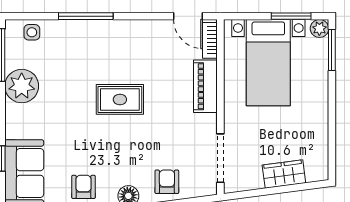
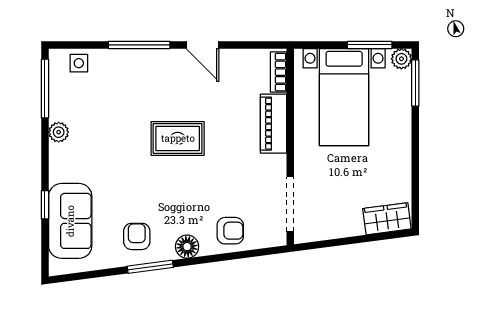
door: (188, 16) -> (202, 45), moved
plant: (22, 86) -> (59, 132), width x0.53, depth x0.53
wardrobe: (284, 174) -> (387, 219), moved
armchair: (167, 182) -> (230, 231), turned 90

